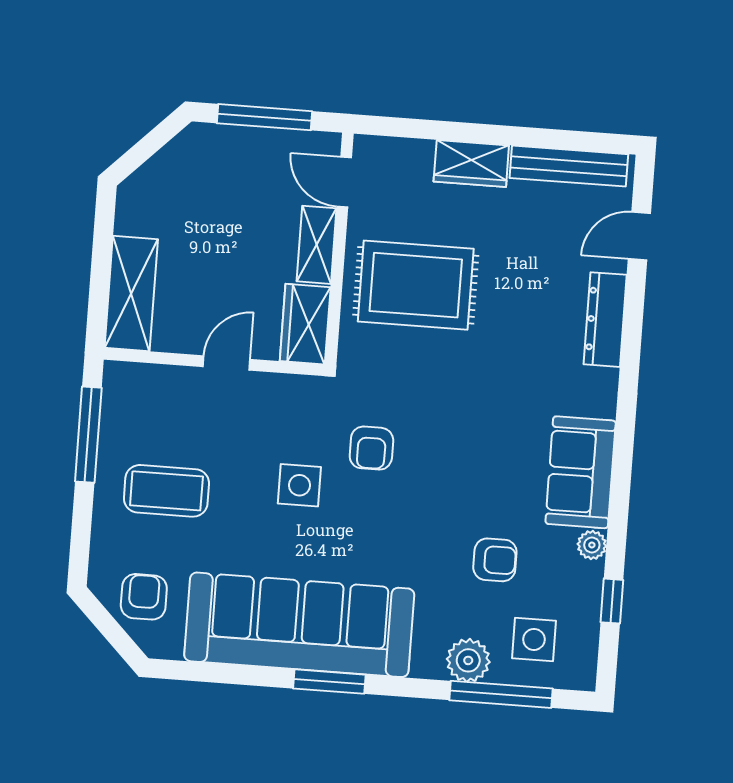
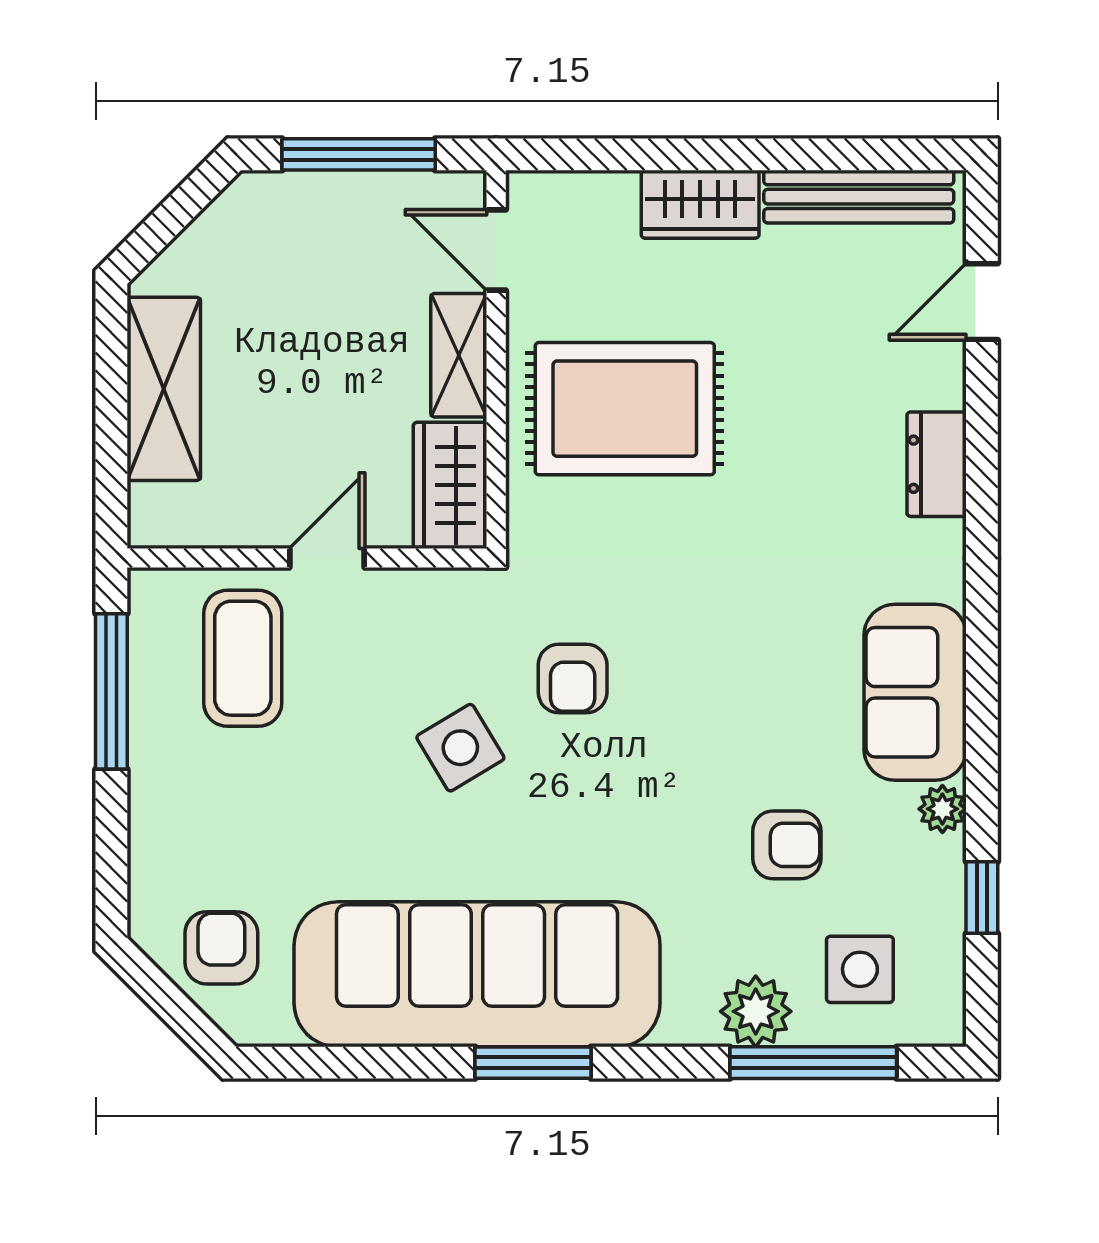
shelving: (131, 294) -> (164, 389), moved
dresser: (605, 320) -> (937, 464), width x0.70
side table: (299, 485) -> (460, 748), turned -31
coffee table: (166, 491) -> (243, 658), moved, turned 90

